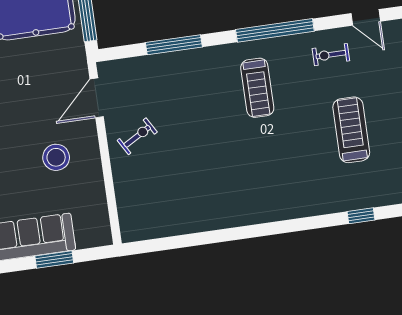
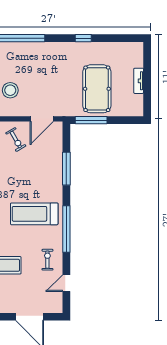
treadmill: (257, 88) -> (34, 214), width x1.37, depth x1.38
door: (97, 98) -> (42, 119), swing flipped

